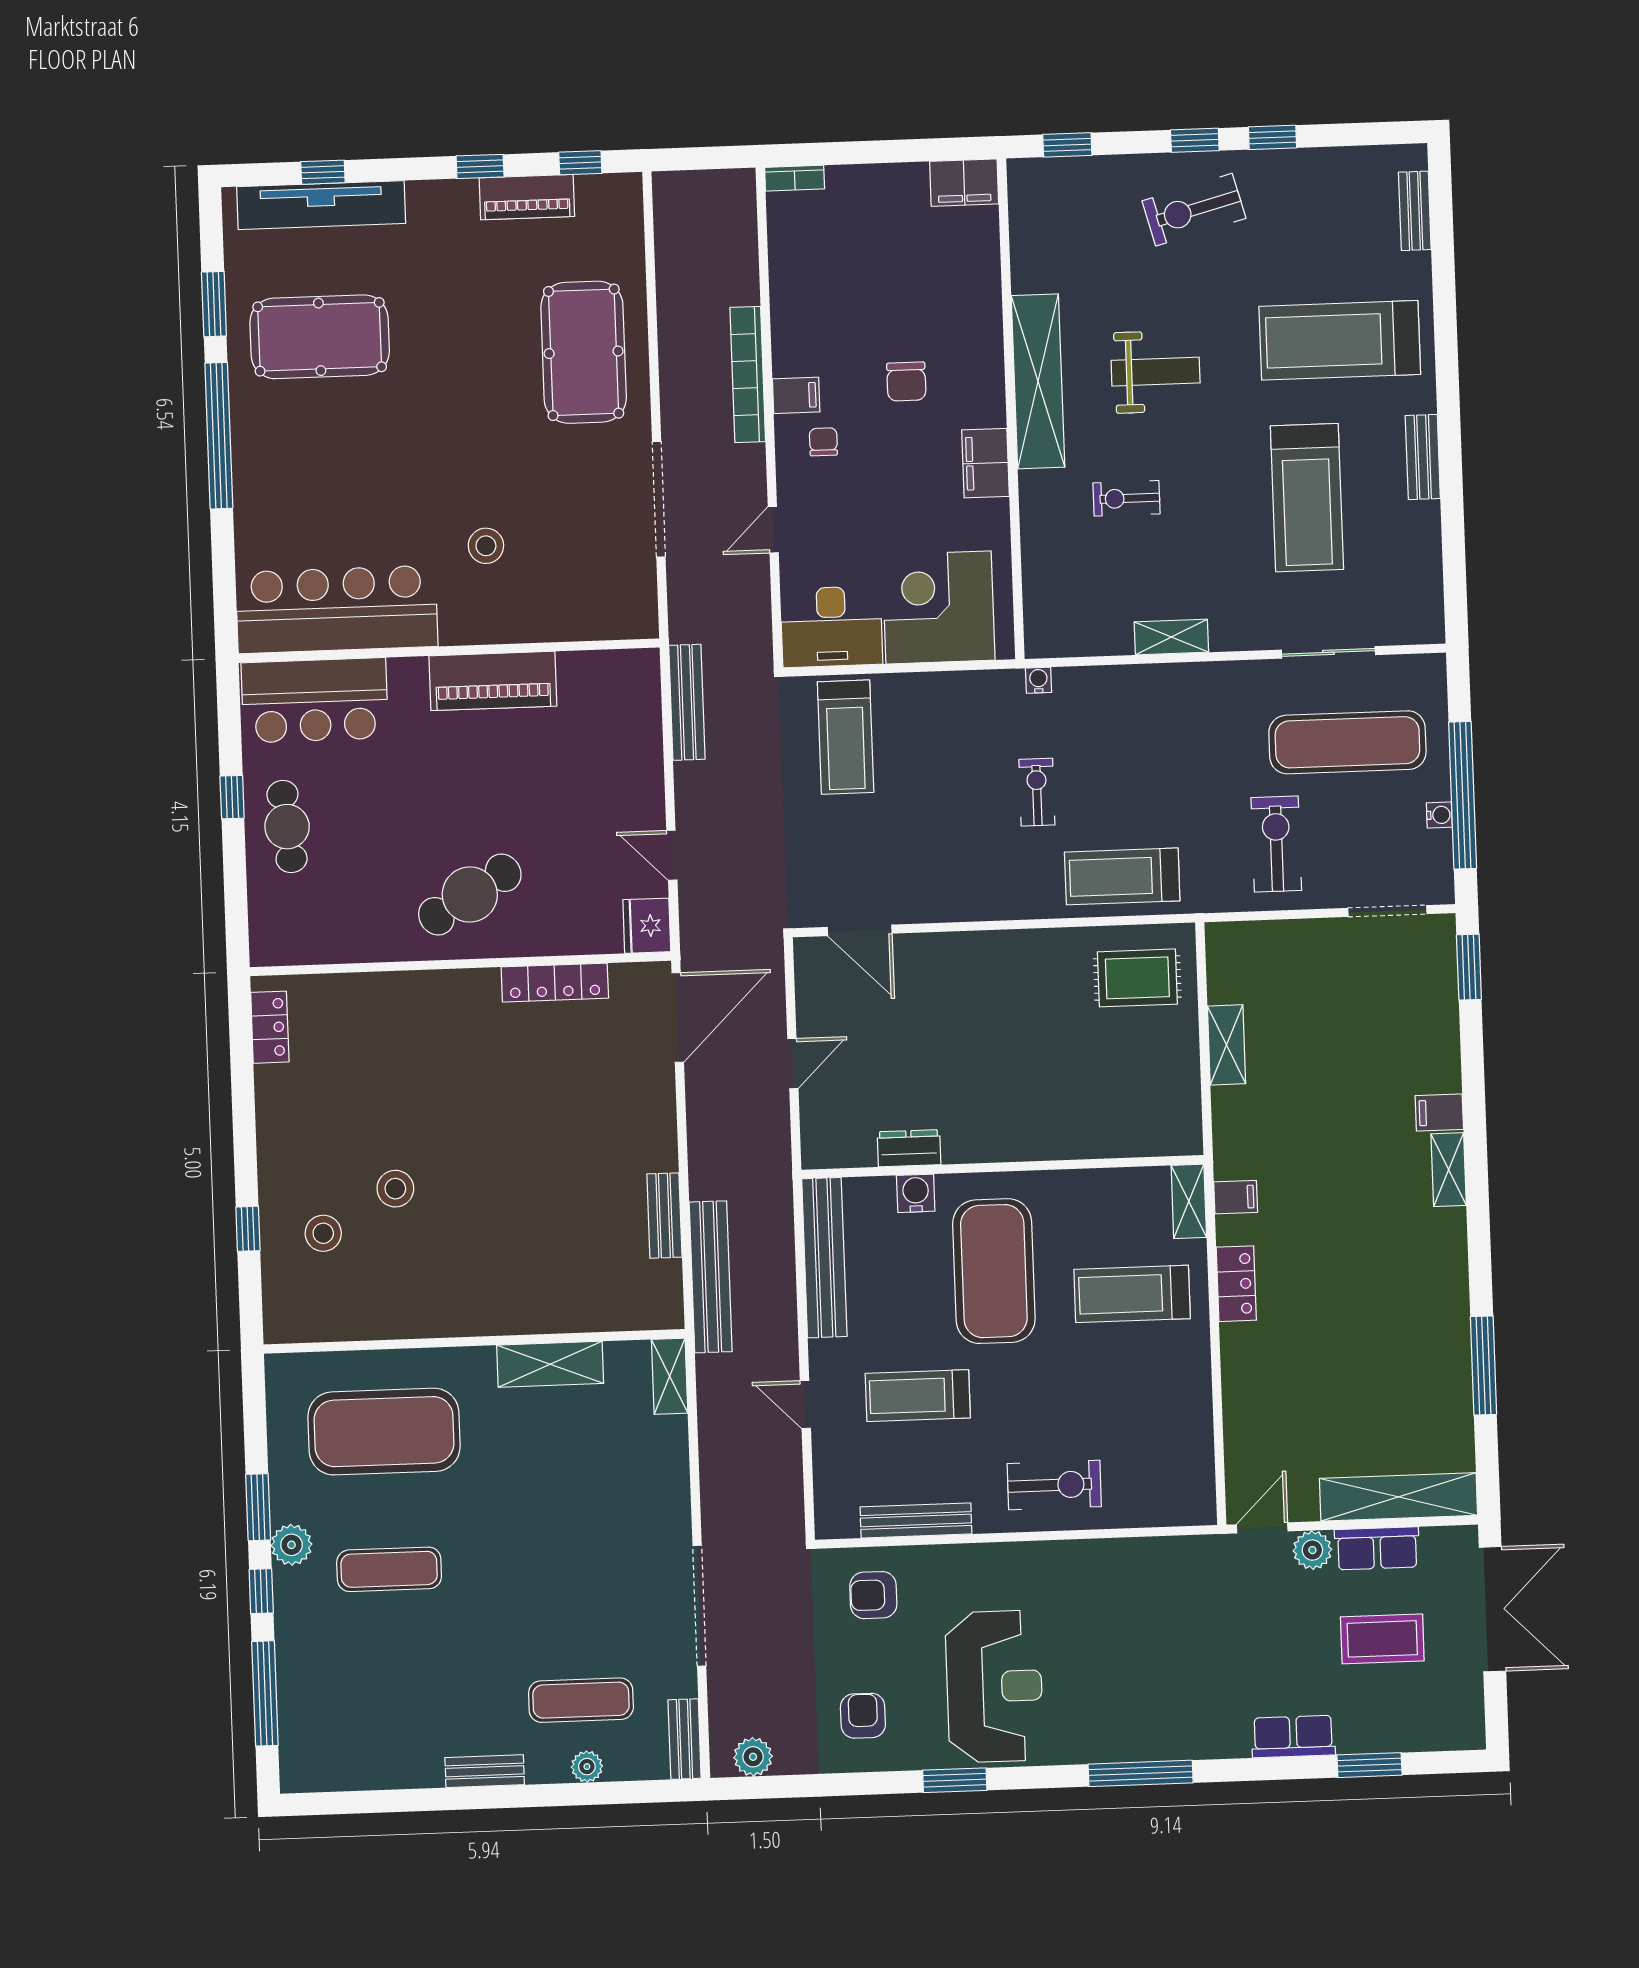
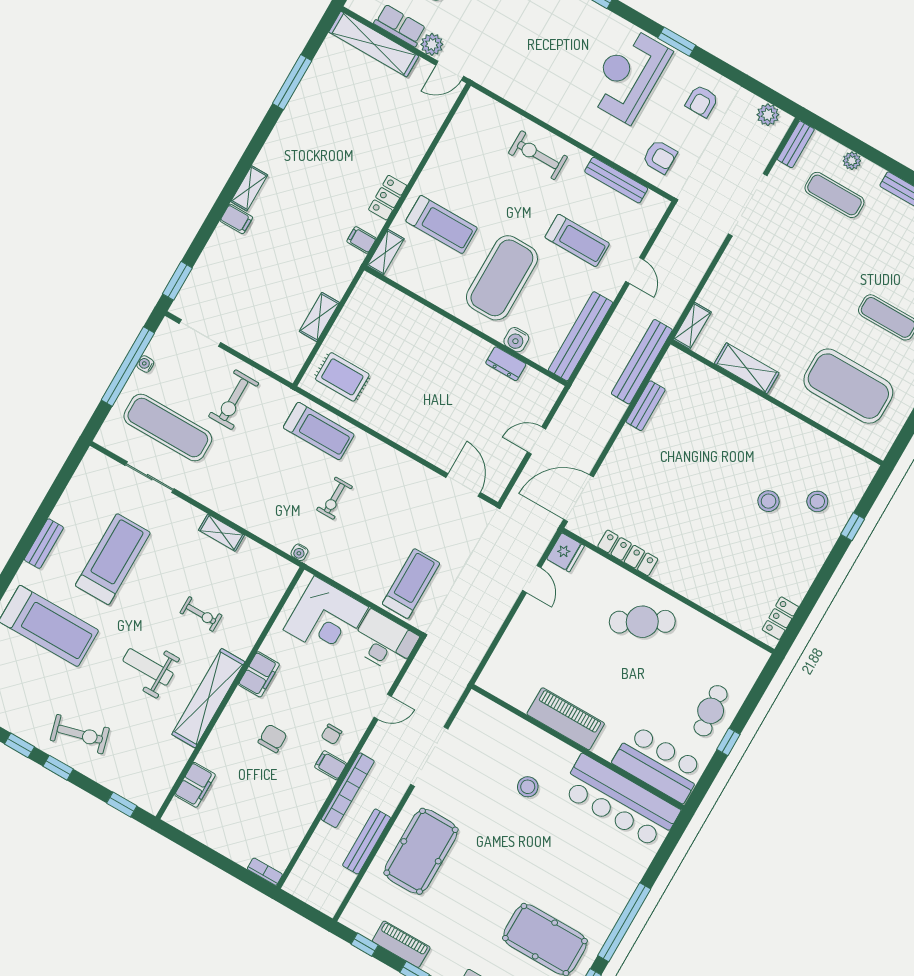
filing cabinet: (964, 183) -> (195, 785), moved, turned 90
bench: (687, 702) -> (367, 841), moved

